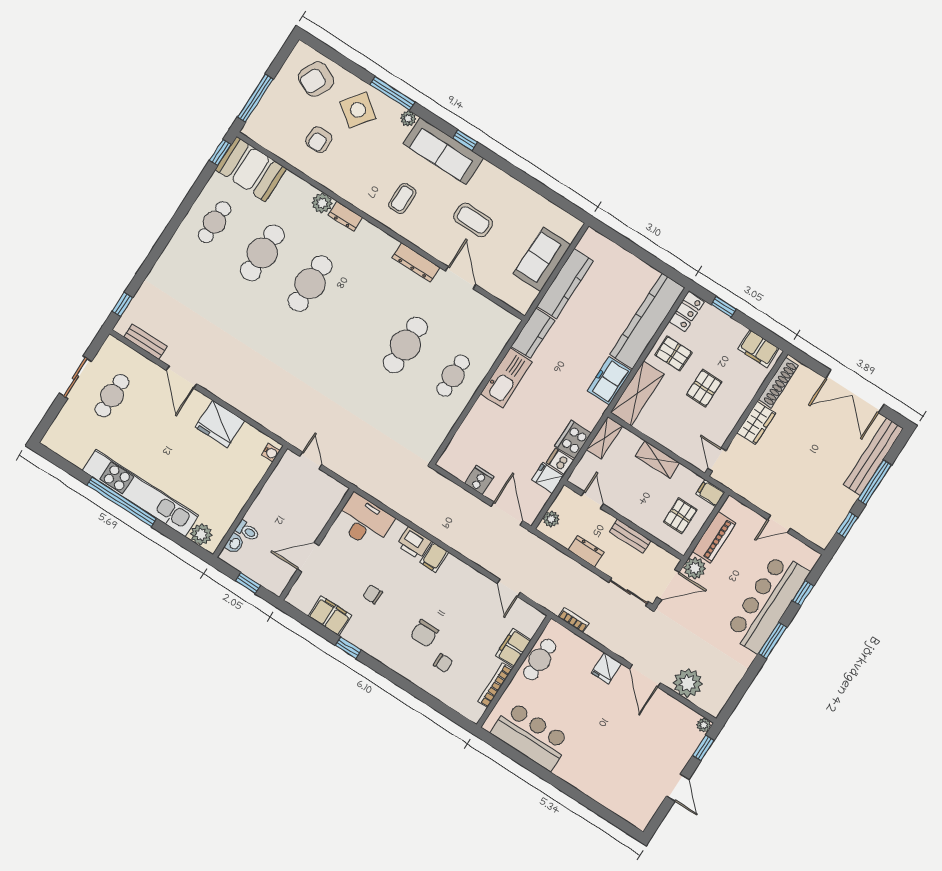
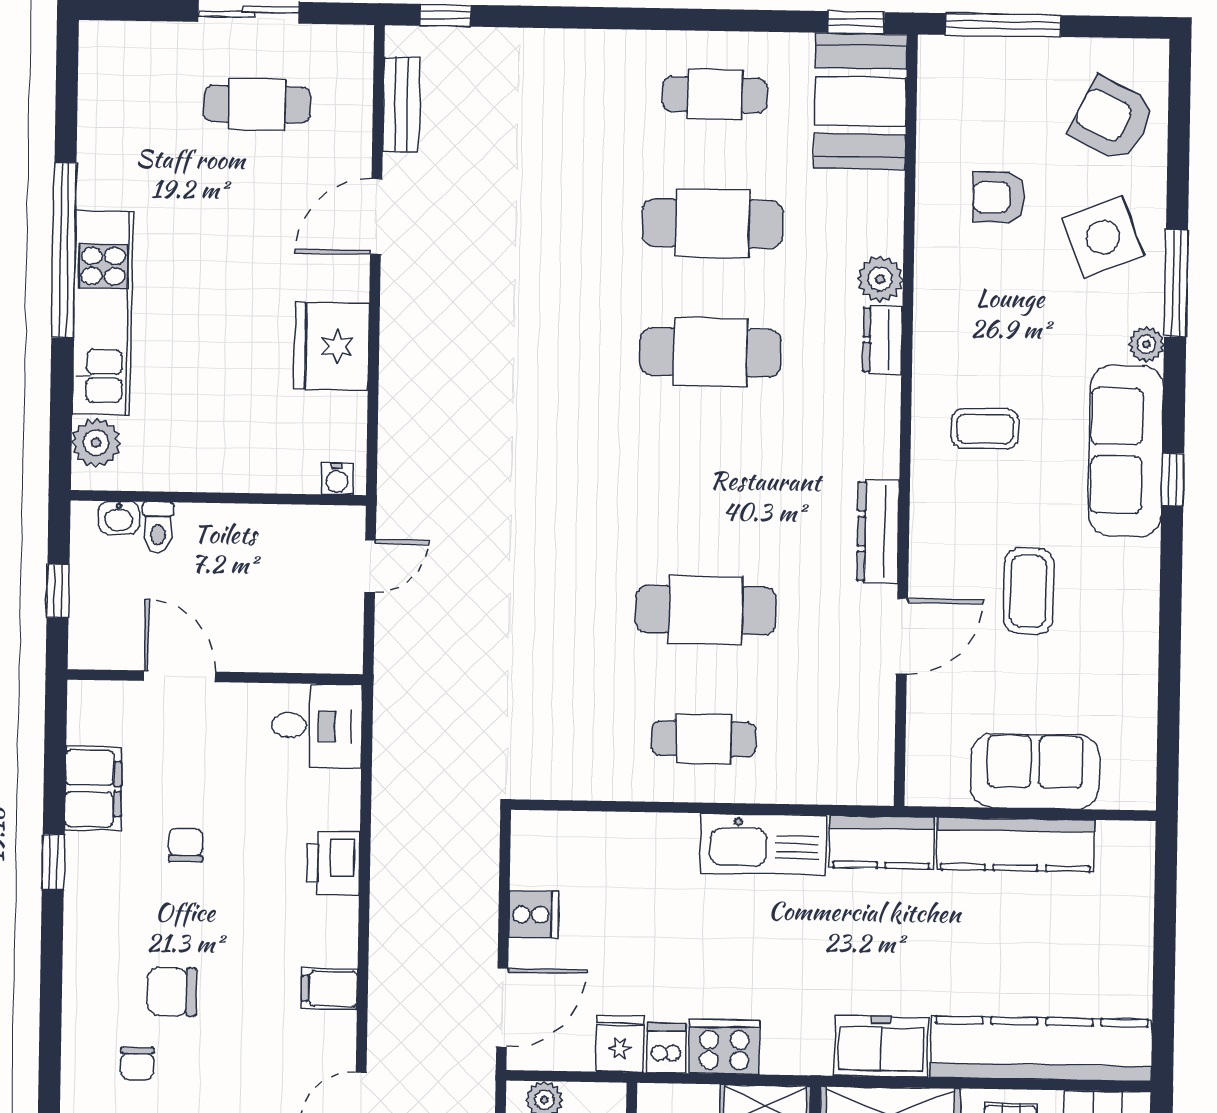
side table: (358, 110) -> (1103, 237), turned 31
kitchen unit: (140, 493) -> (102, 313), width x0.73
desk: (364, 521) -> (317, 726), width x0.73
filing cabinet: (434, 557) -> (330, 989), moved

